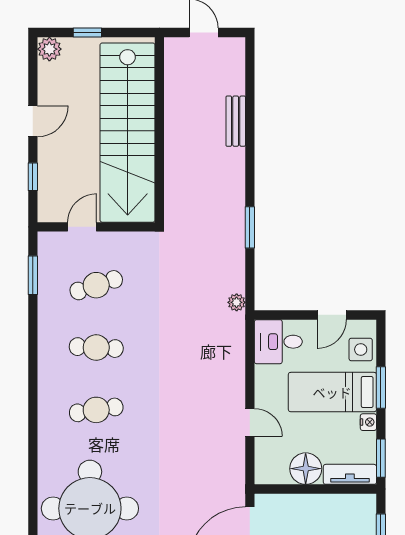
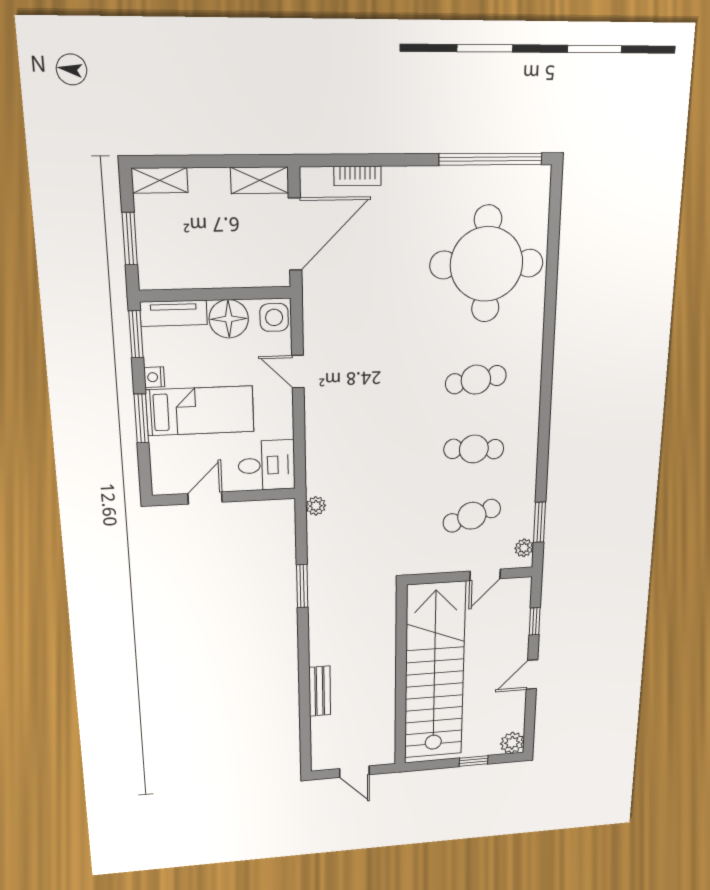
plant: (46, 251) -> (524, 548), added
side table: (361, 350) -> (274, 317), moved

